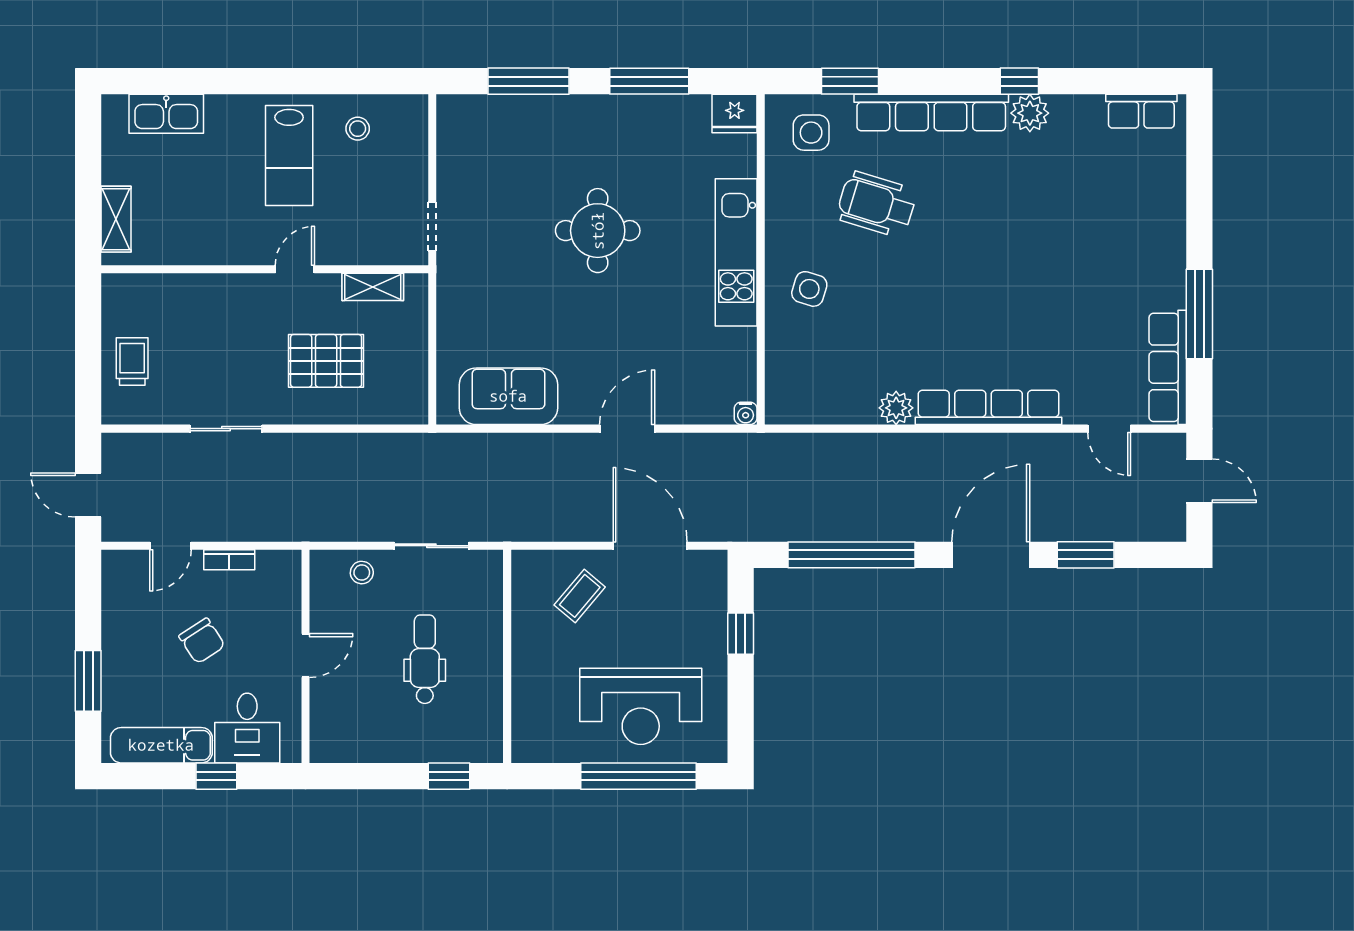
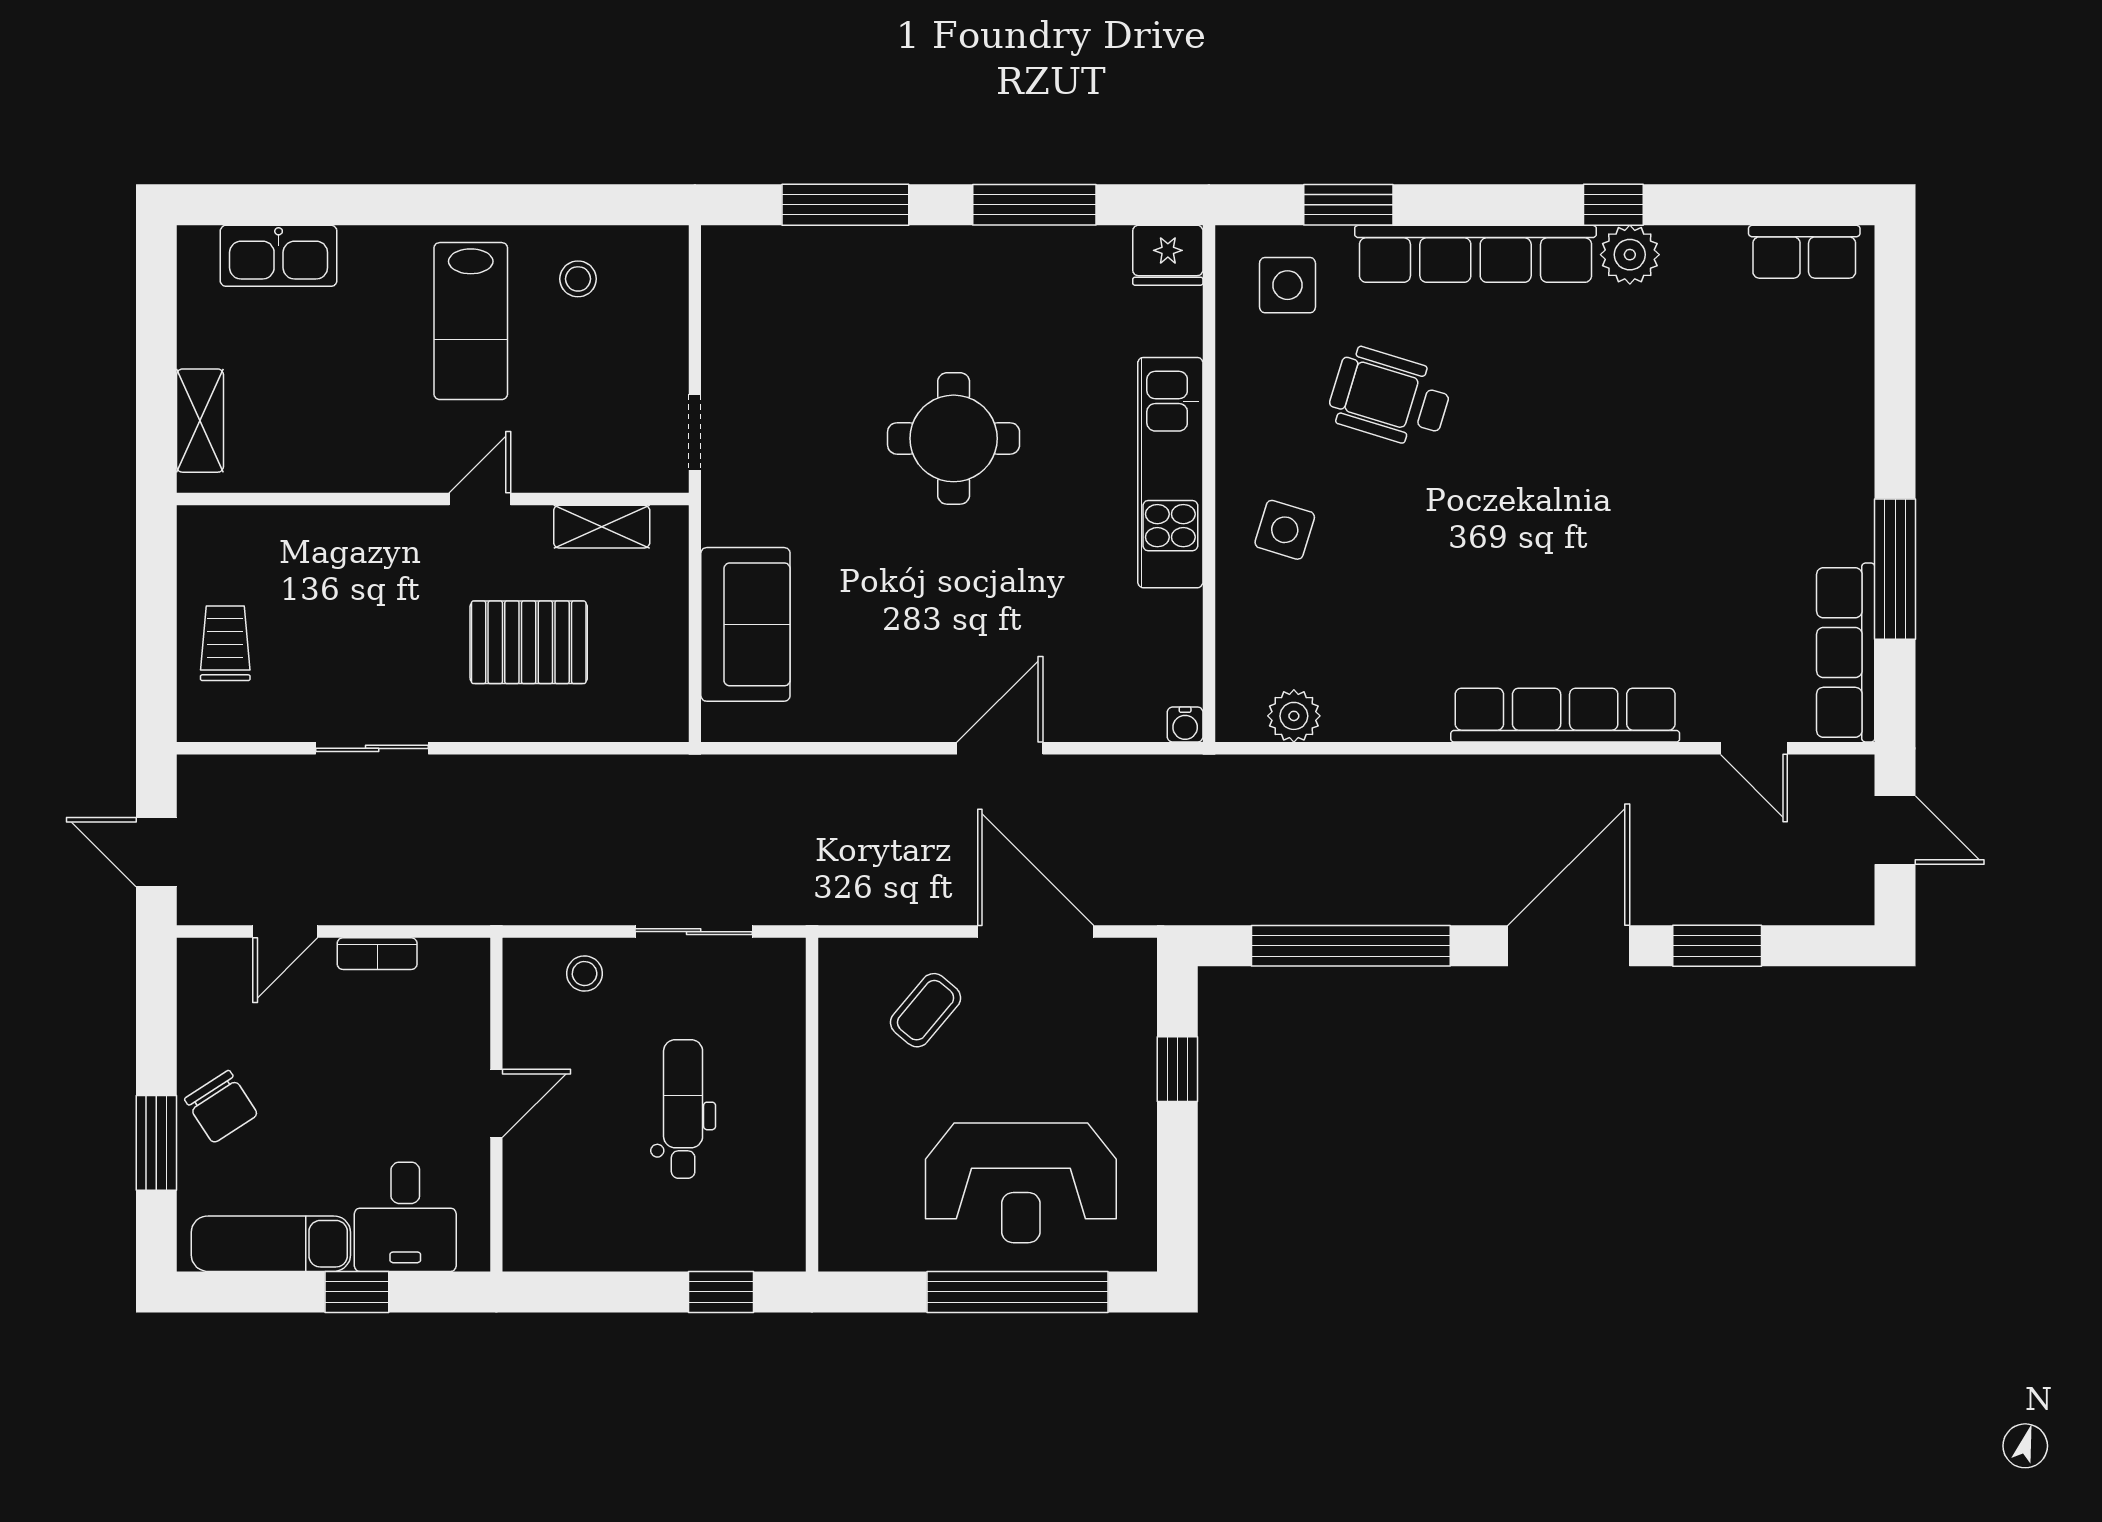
sofa: (508, 396) -> (745, 624), moved, turned 90
plant: (896, 408) -> (1294, 716), moved
chair: (202, 641) -> (221, 1107), moved

